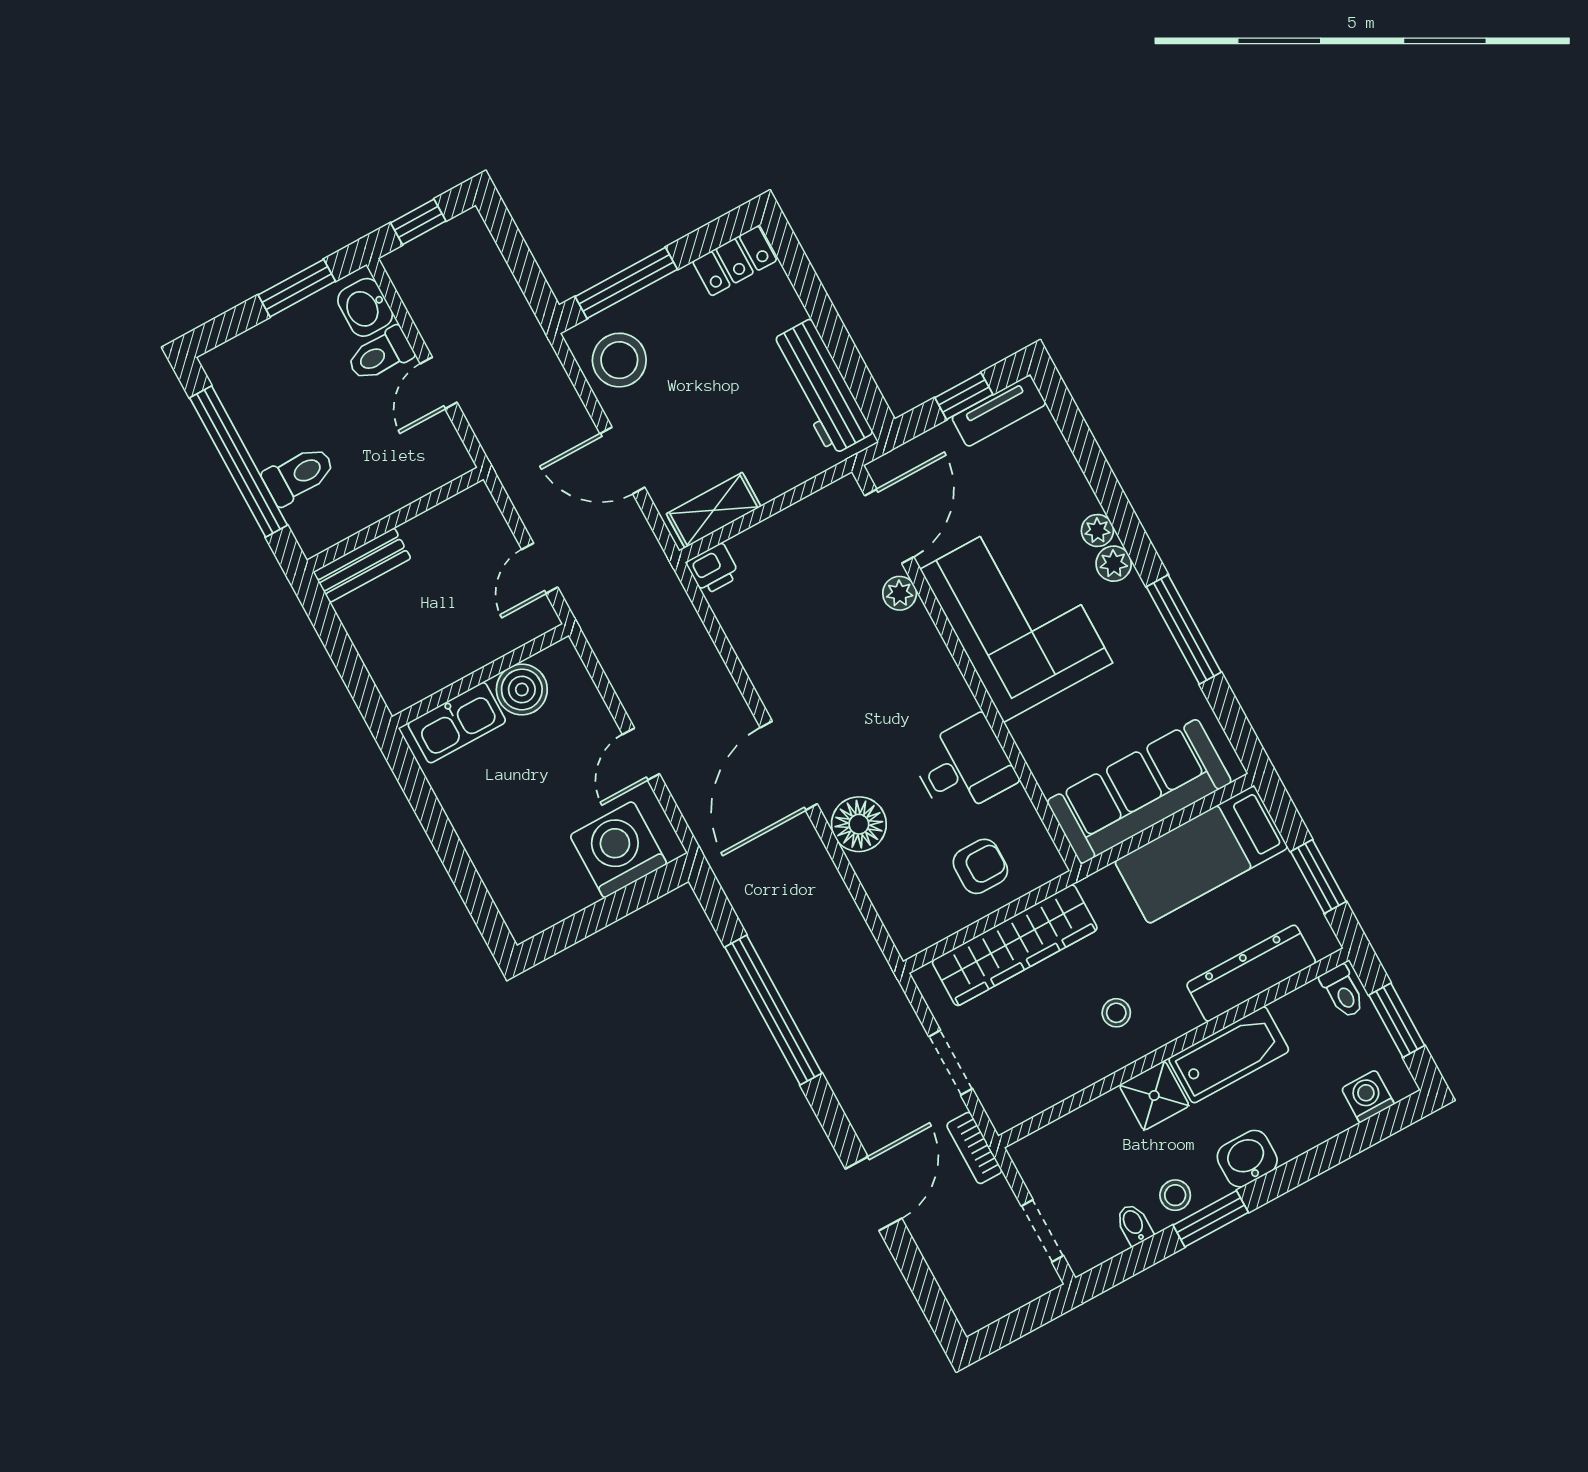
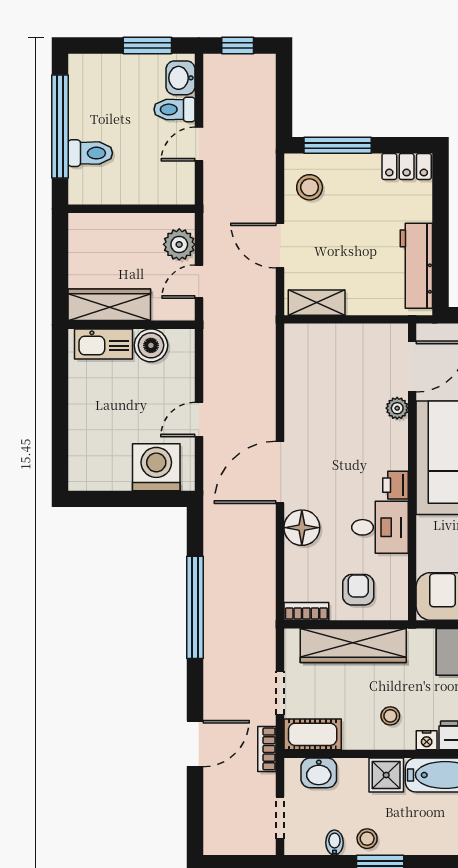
stool: (619, 360) -> (310, 187), width x0.73, depth x0.73
plant: (486, 533) -> (179, 244), added
bench: (362, 565) -> (98, 224), removed
printer: (713, 569) -> (395, 485), moved, turned 90
wardrobe: (436, 665) -> (109, 305), added
armchair: (980, 866) -> (358, 590), turned -90
bookcase: (926, 934) -> (306, 611), added
nightstand: (1183, 1019) -> (427, 740), added
cot: (1025, 1095) -> (313, 734), added
washbasin: (1247, 1159) -> (319, 773), moved, turned 180

